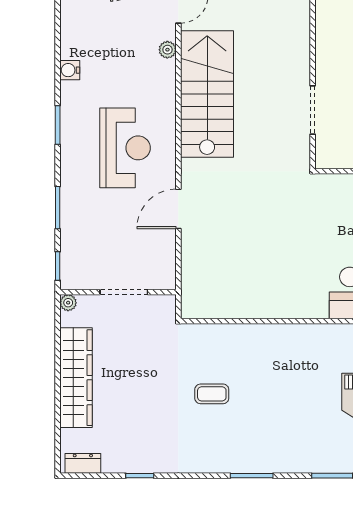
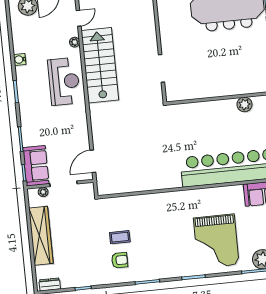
reception desk: (125, 148) -> (64, 81), moved
door: (178, 209) -> (93, 161), moved
sofa: (79, 256) -> (36, 166), added
plant: (68, 303) -> (43, 192), moved
armchair: (207, 433) -> (120, 260), added

